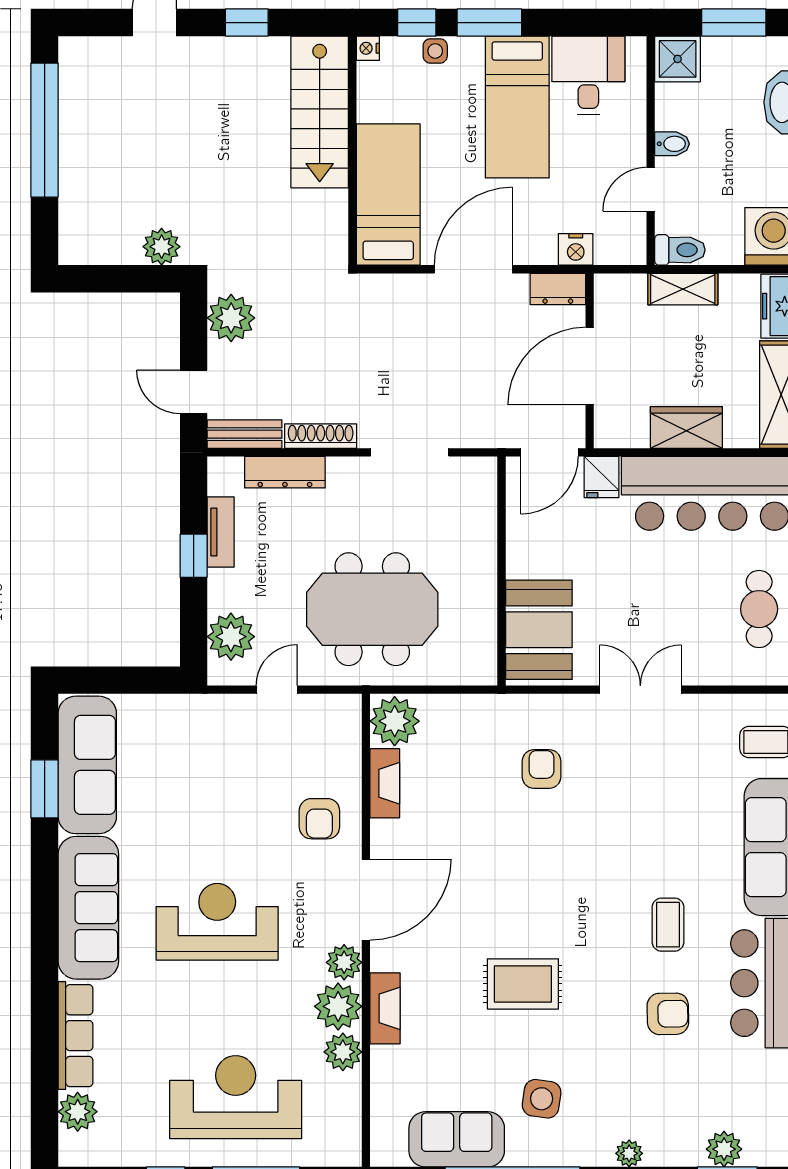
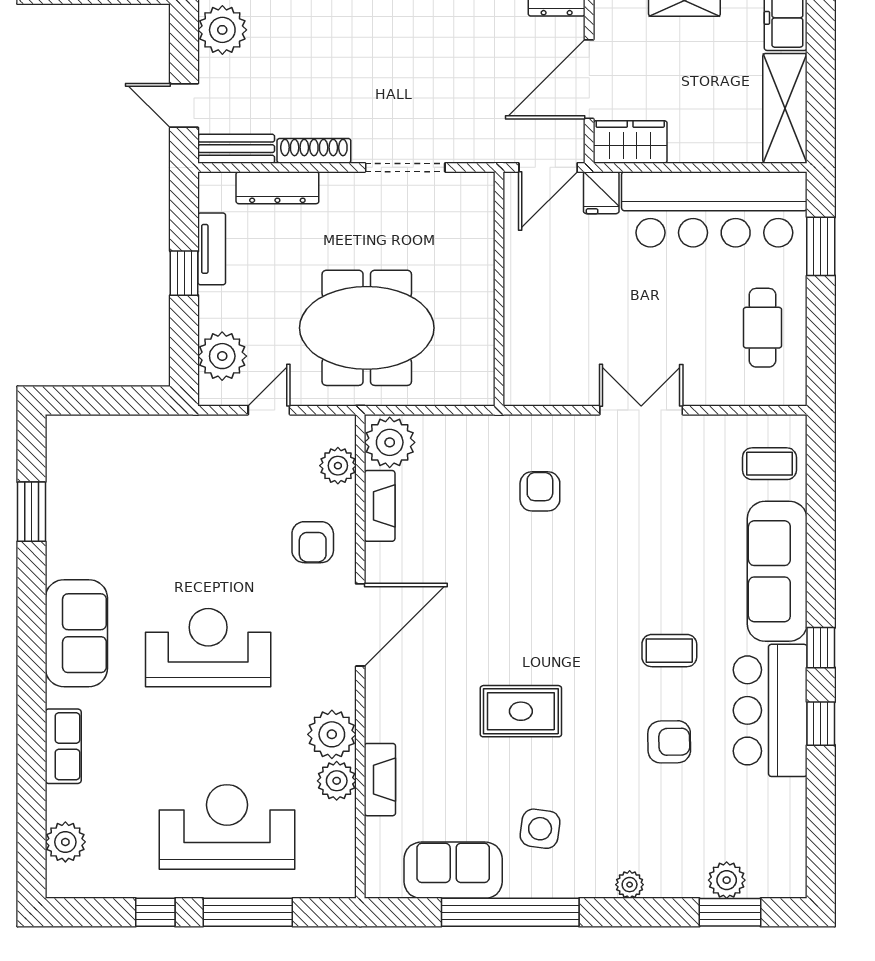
wardrobe: (686, 427) -> (630, 142), moved
booth: (539, 630) -> (537, 349), removed
sofa: (87, 765) -> (75, 487), removed
sofa: (88, 908) -> (76, 633), width x0.73
coffee table: (668, 925) -> (669, 651), turned 90
plant: (344, 962) -> (338, 466), moved
fireplace: (385, 1008) -> (380, 780), moved
row of seats: (76, 1036) -> (63, 746), width x0.68

